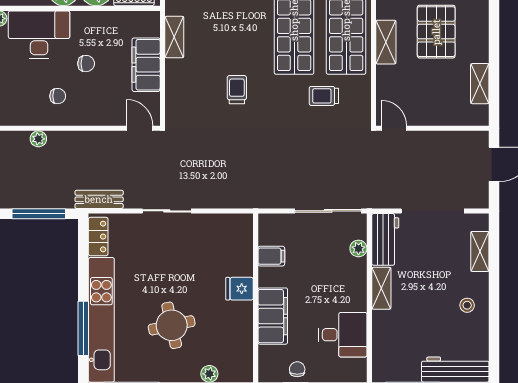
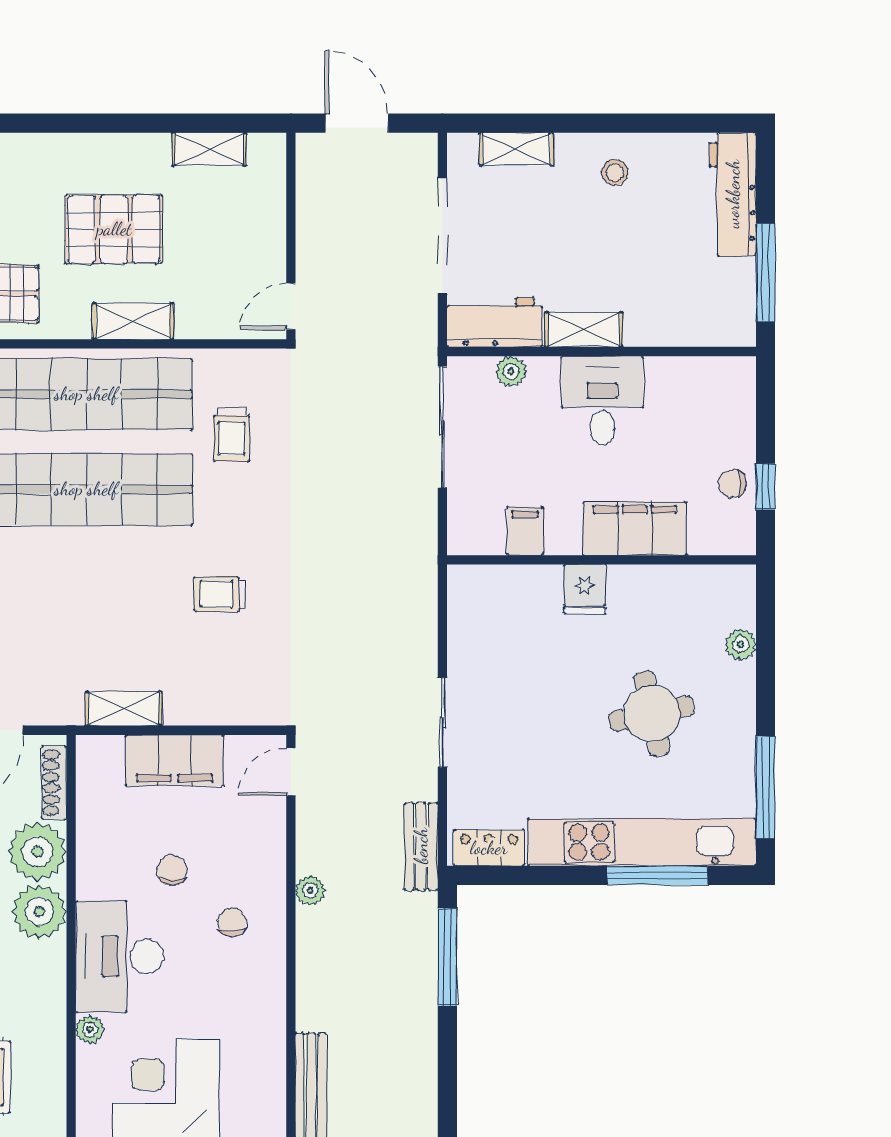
plant: (38, 139) -> (310, 890), moved
desk: (343, 335) -> (602, 400), moved

